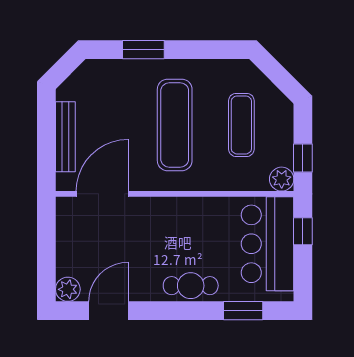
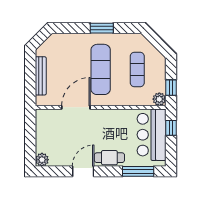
window: (143, 50) -> (102, 28), moved
door: (102, 194) -> (76, 107), moved
door: (108, 311) -> (83, 171), moved
window: (243, 311) -> (138, 171), width x1.44

